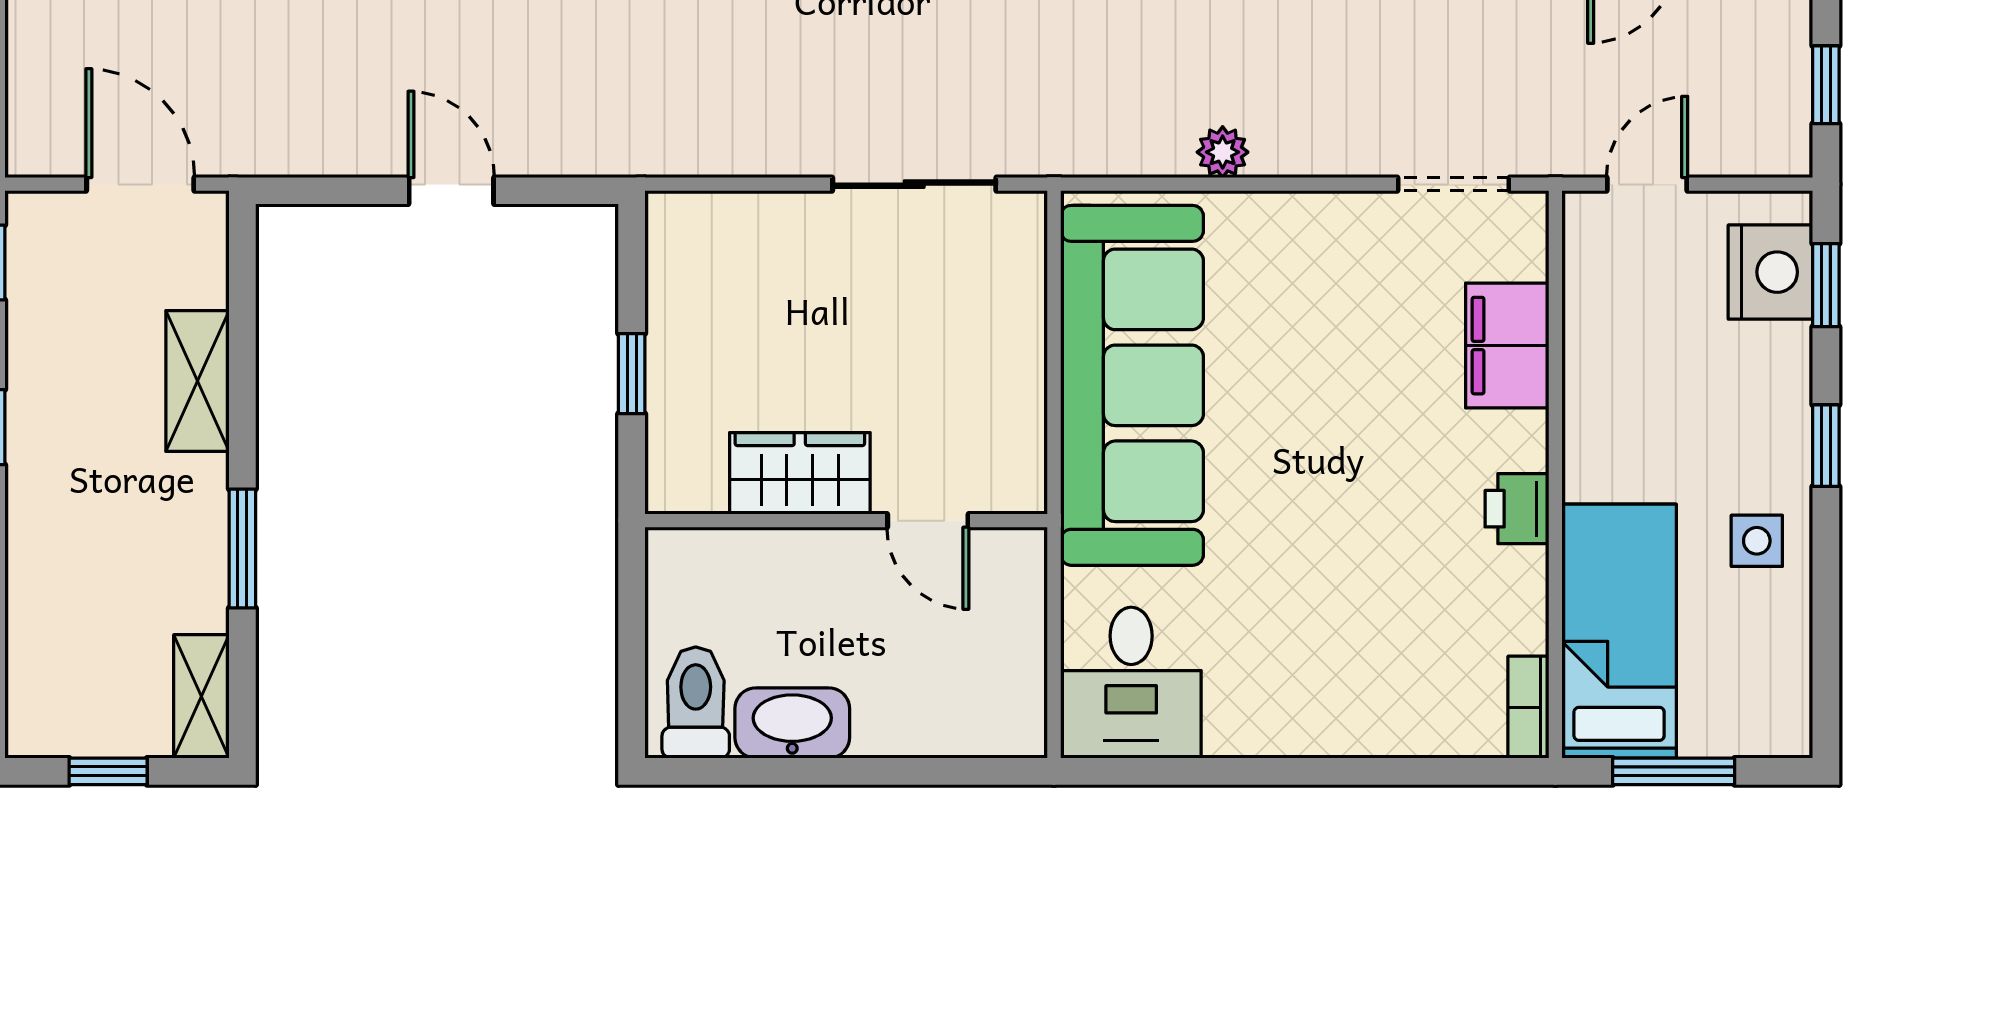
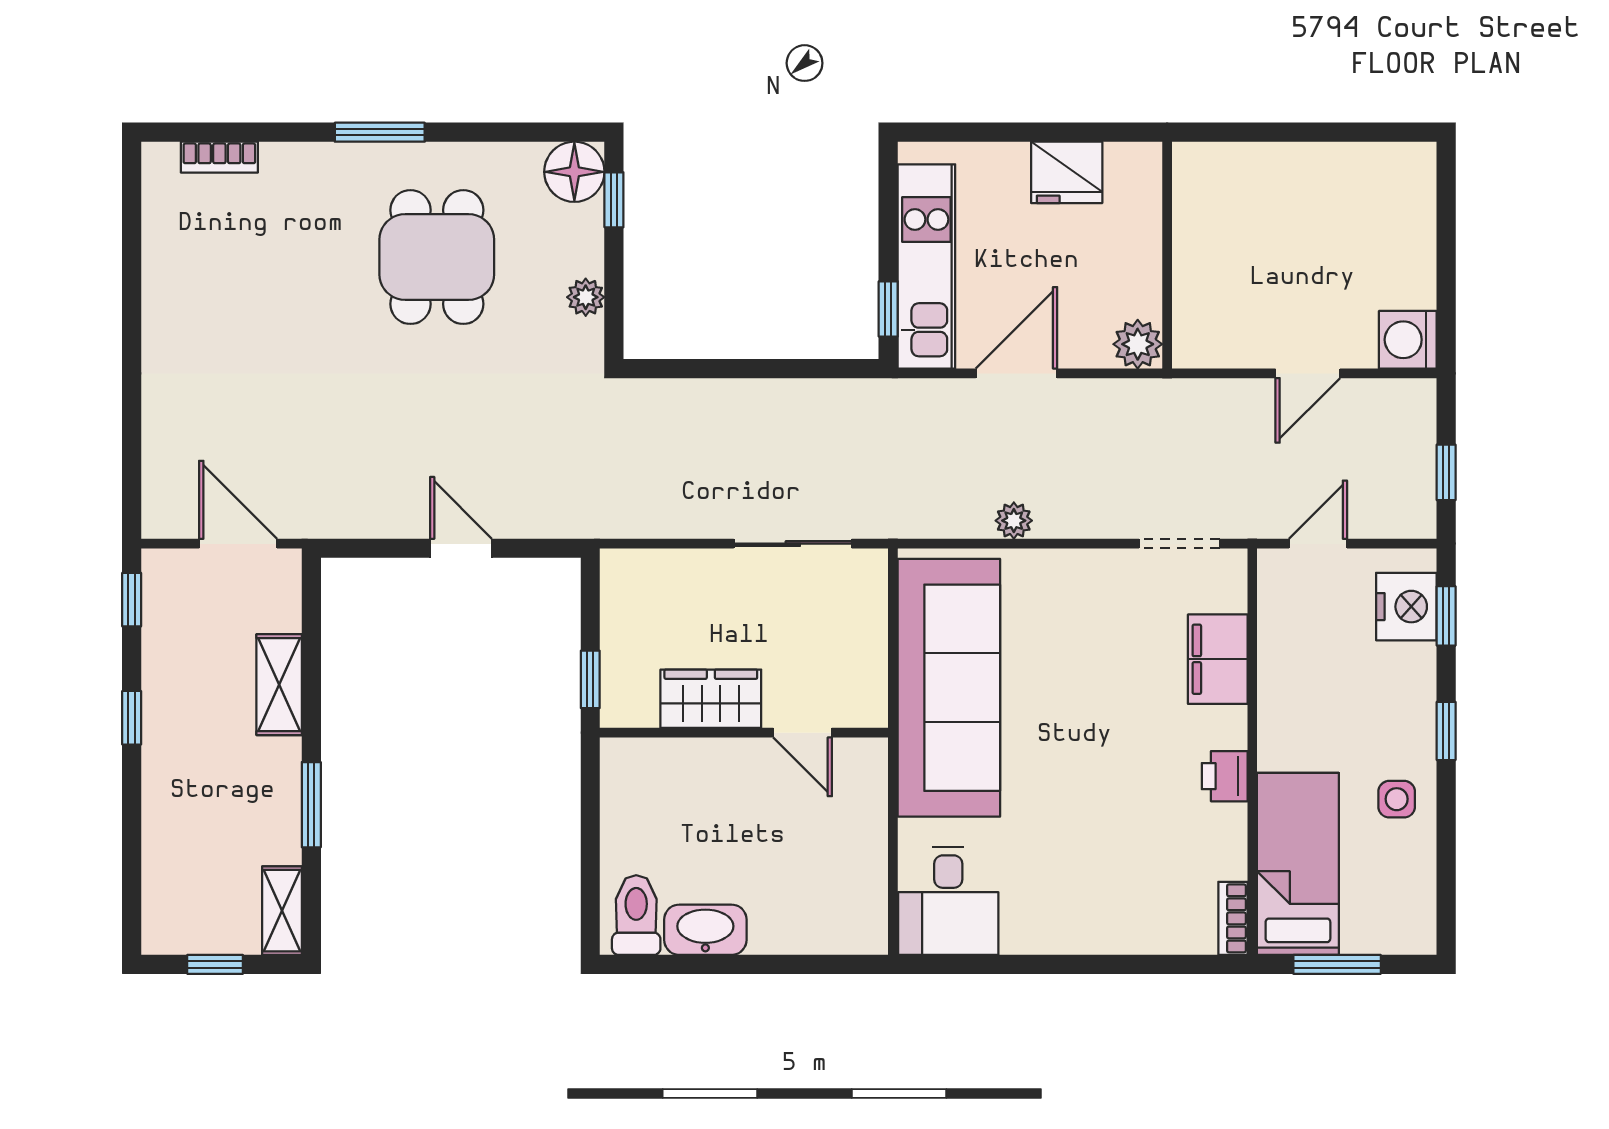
wardrobe: (800, 473) -> (711, 699), moved
wall: (846, 521) -> (744, 733), moved
door: (928, 521) -> (803, 733), moved

